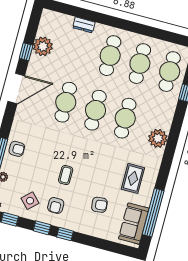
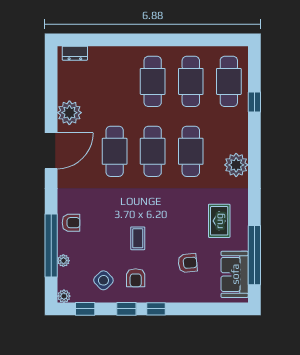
dresser: (84, 25) -> (75, 53), moved
plant: (43, 46) -> (69, 113), moved
window: (26, 52) -> (51, 104), removed

